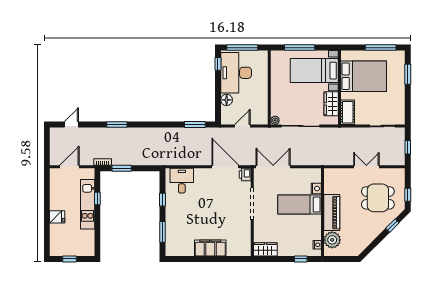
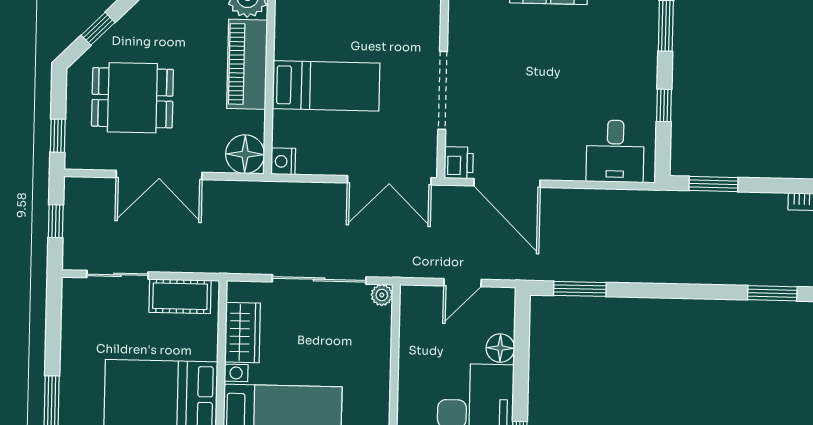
cot: (348, 112) -> (180, 296), moved, turned 90
double door: (366, 167) -> (159, 175), width x1.37
window: (122, 168) -> (714, 184), moved
floor lamp: (332, 176) -> (245, 154), added
nightstand: (316, 189) -> (283, 161), moved
window: (408, 195) -> (58, 136), moved

